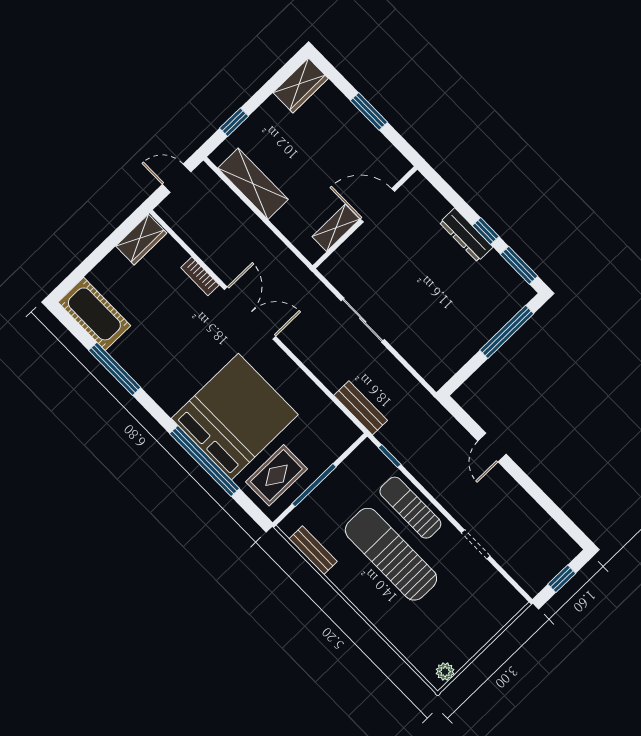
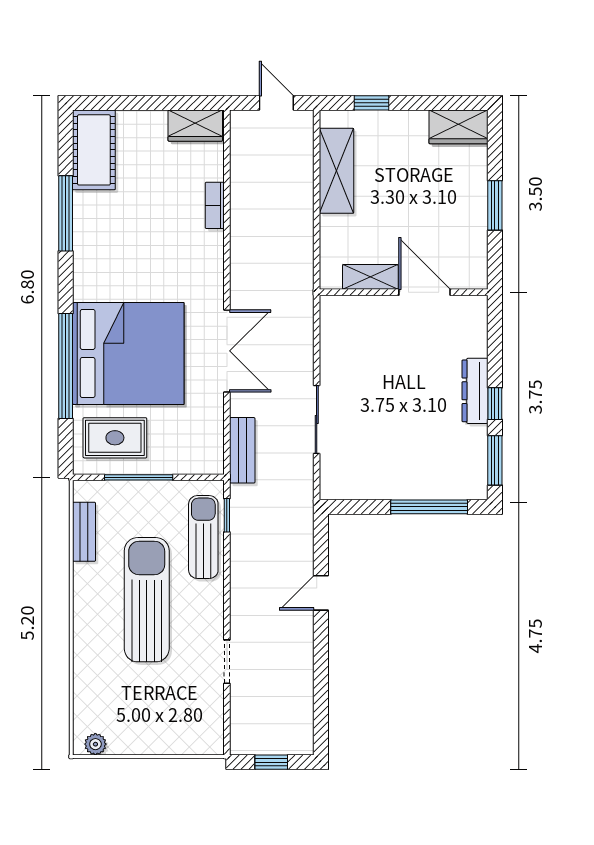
double door: (250, 313) -> (227, 351), moved
sliding door: (363, 320) -> (317, 420), moved
sun lounger: (410, 508) -> (203, 537), moved

